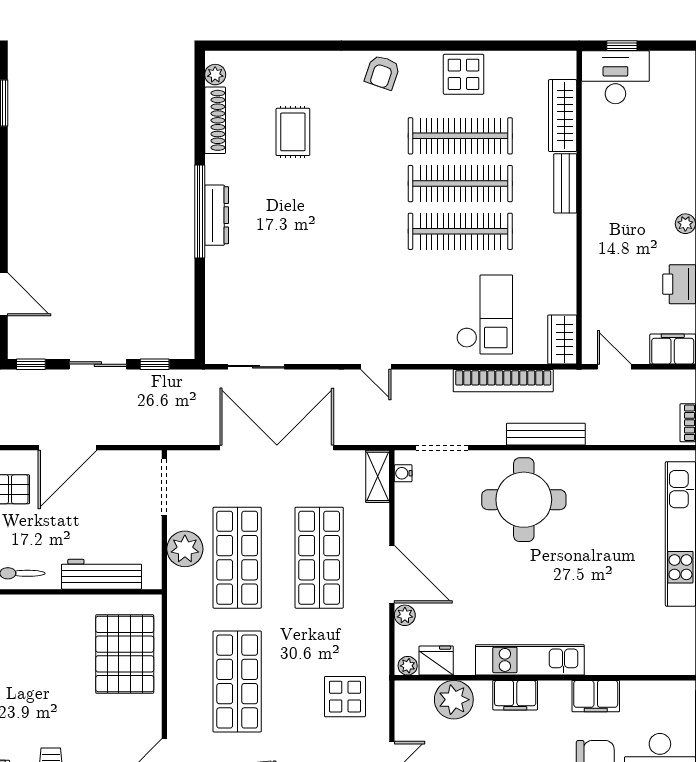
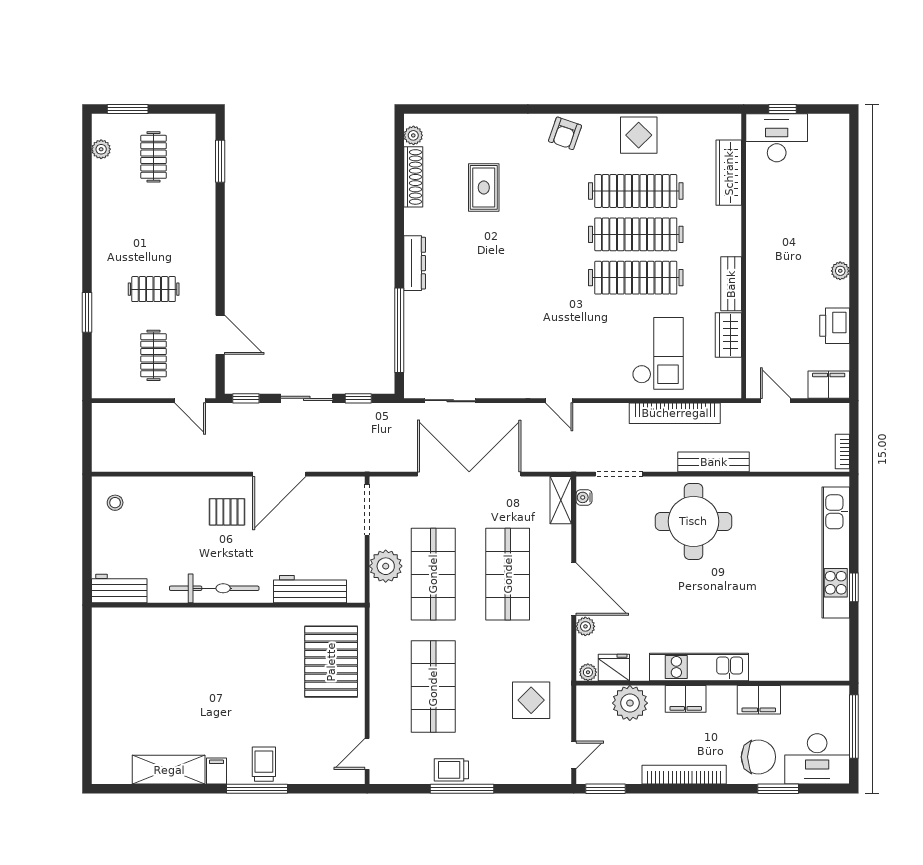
bench: (565, 183) -> (731, 284), moved
window: (200, 211) -> (399, 330), moved
wardrobe: (562, 340) -> (728, 335), moved

